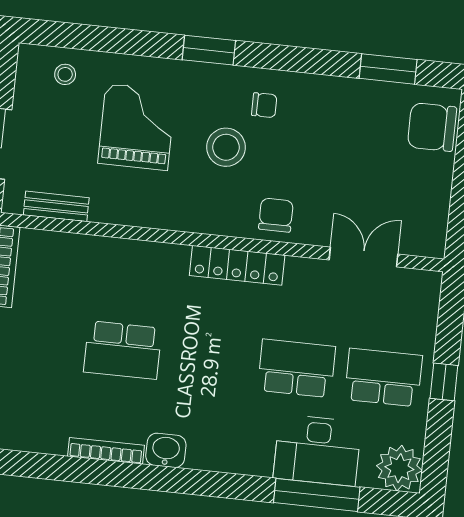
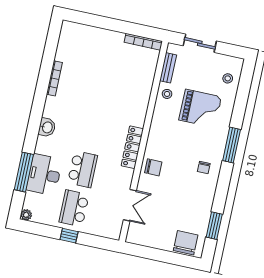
window: (209, 50) -> (232, 145), width x1.44
stool: (226, 147) -> (167, 94), moved, width x0.53, depth x0.53
school desk: (123, 350) -> (99, 91), removed
school desk: (383, 377) -> (74, 208), turned 180
washbasin: (166, 450) -> (47, 127), moved
plant: (399, 468) -> (26, 215), width x0.53, depth x0.53

